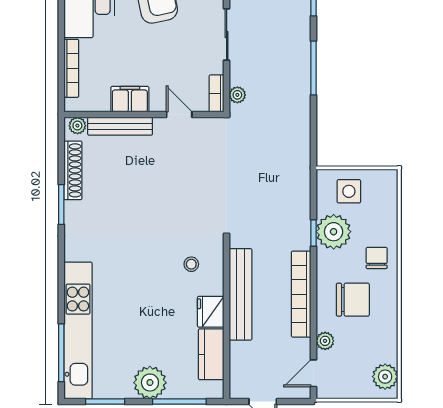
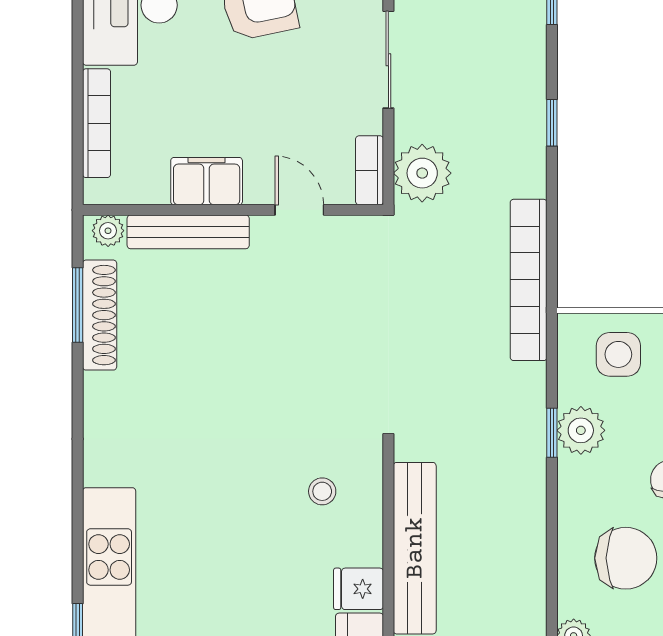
window: (314, 68) -> (552, 123), width x0.46
plant: (237, 95) -> (422, 173), width x1.87, depth x1.87
window: (61, 205) -> (78, 305), moved
plant: (334, 232) -> (581, 430), width x0.73, depth x0.73
bookcase: (301, 294) -> (529, 280), moved
fridge: (211, 312) -> (359, 589), width x0.72

